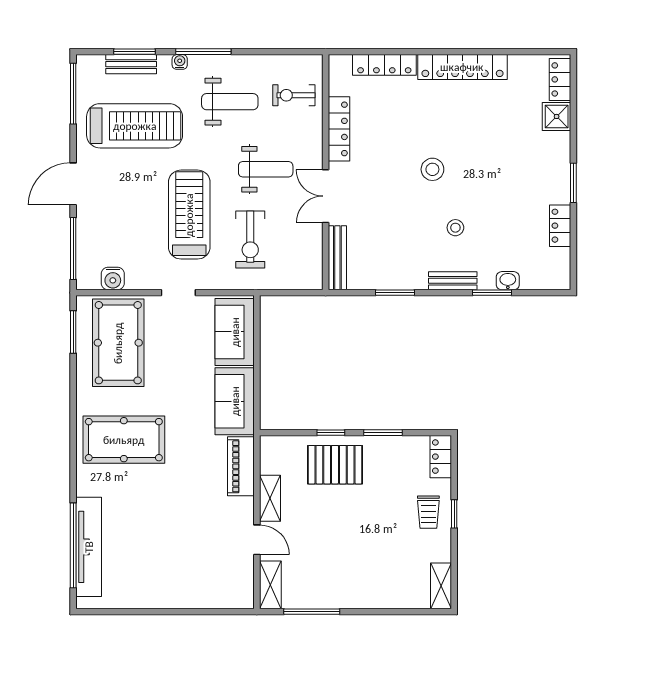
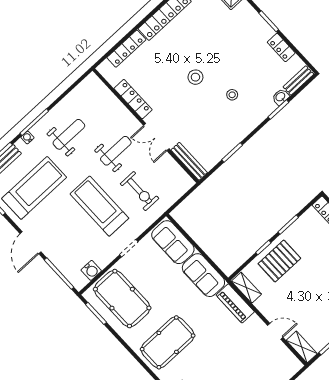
exercise bike: (294, 95) -> (97, 103), removed
bench: (453, 281) -> (298, 80), moved
shelving: (270, 498) -> (246, 288), moved

